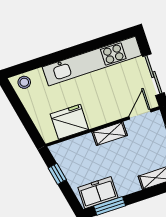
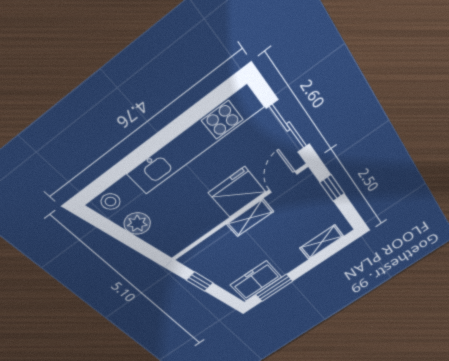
plant: (34, 106) -> (137, 223), added
fridge: (69, 122) -> (237, 192), moved

